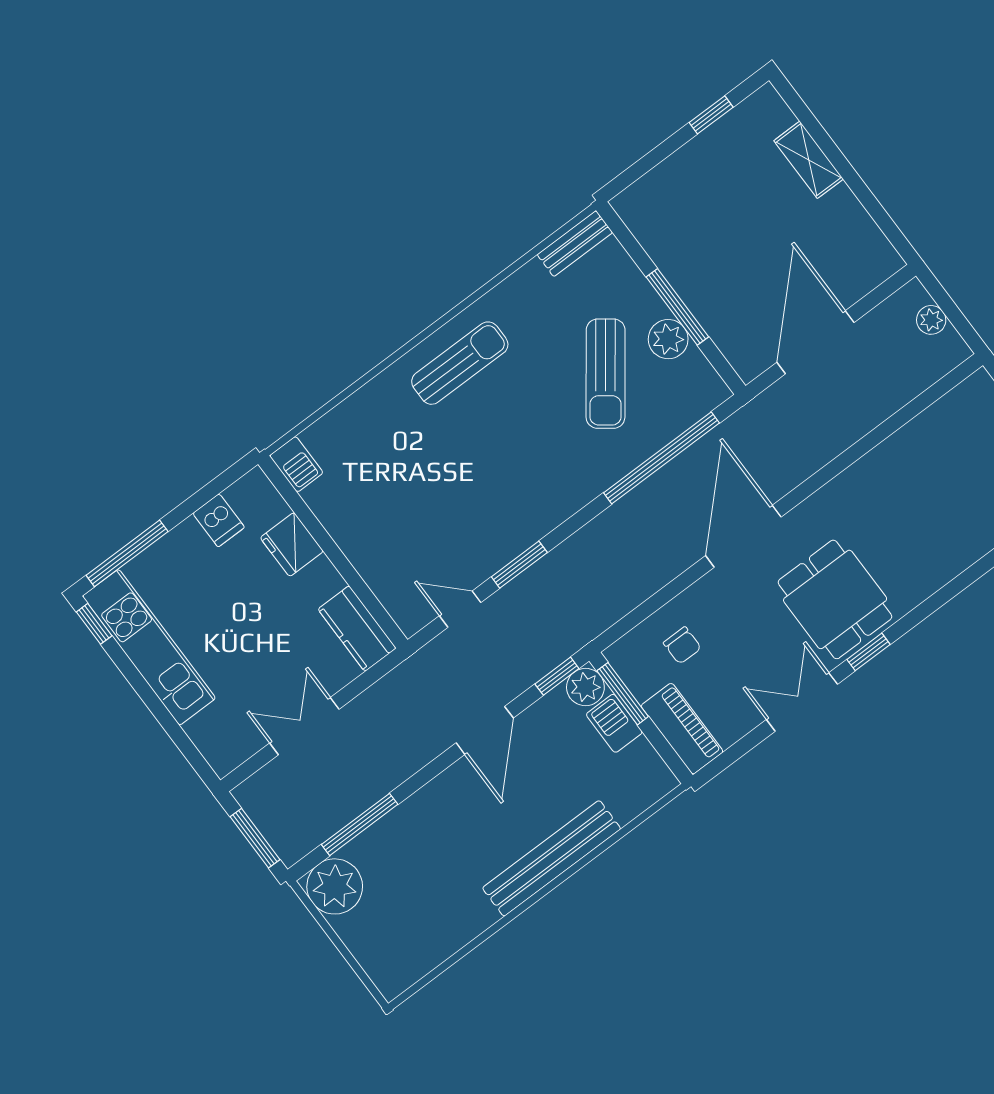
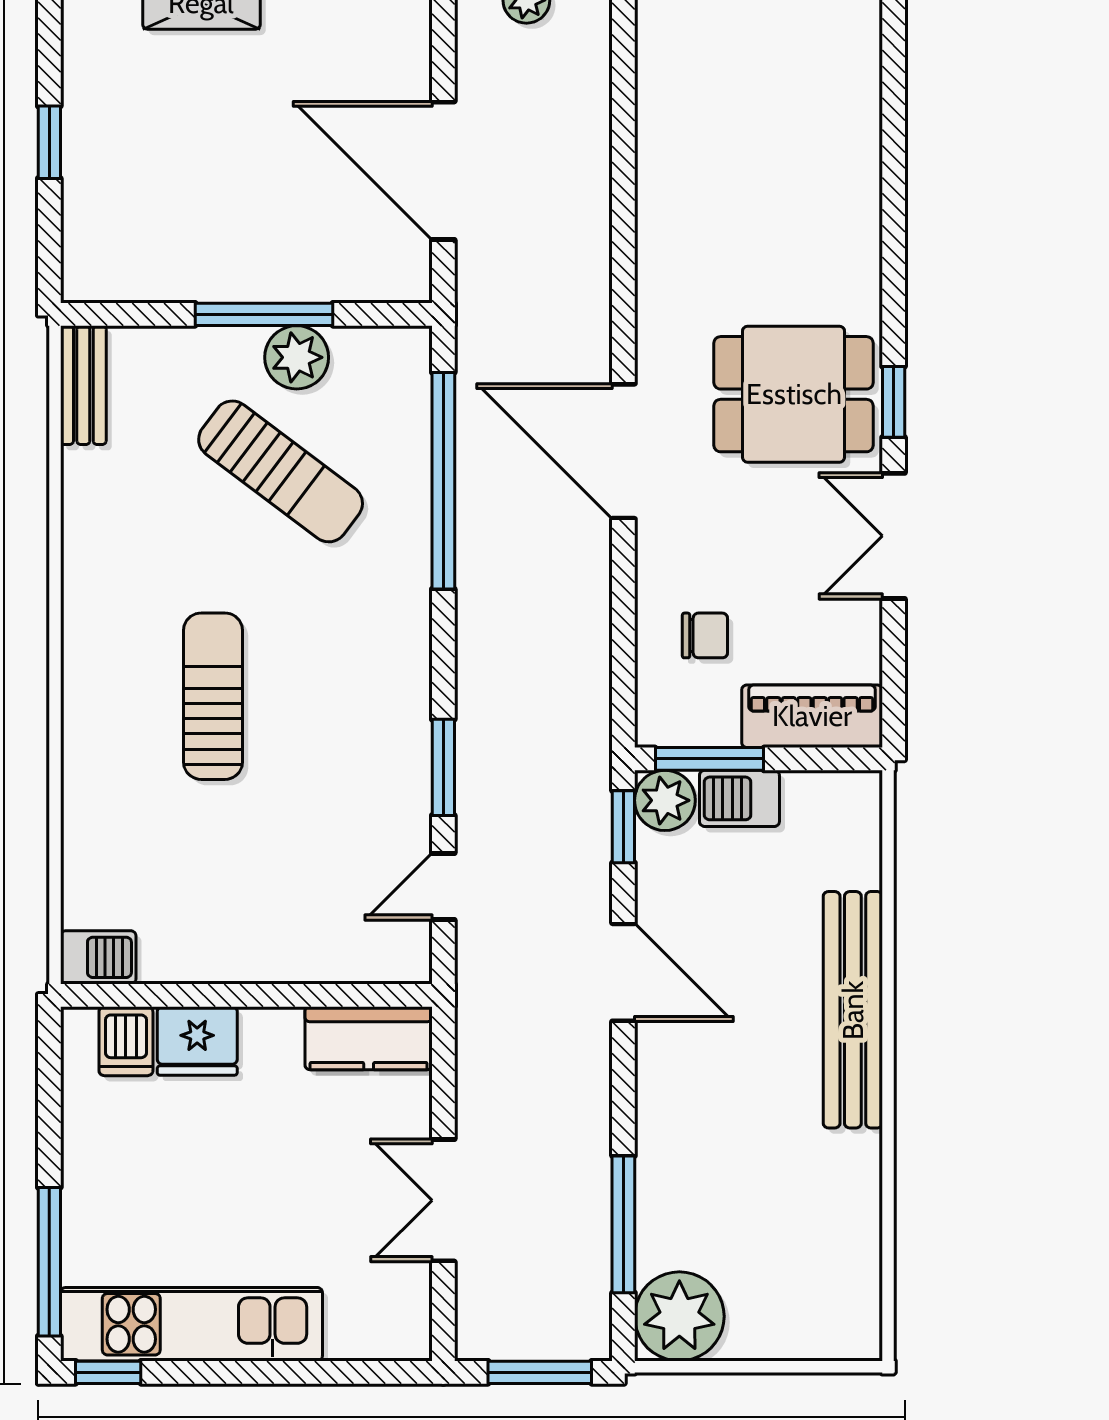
window: (711, 115) -> (49, 142), moved
sun lounger: (460, 363) -> (213, 696), moved
dishwasher: (219, 520) -> (126, 1041), moved, turned 90

